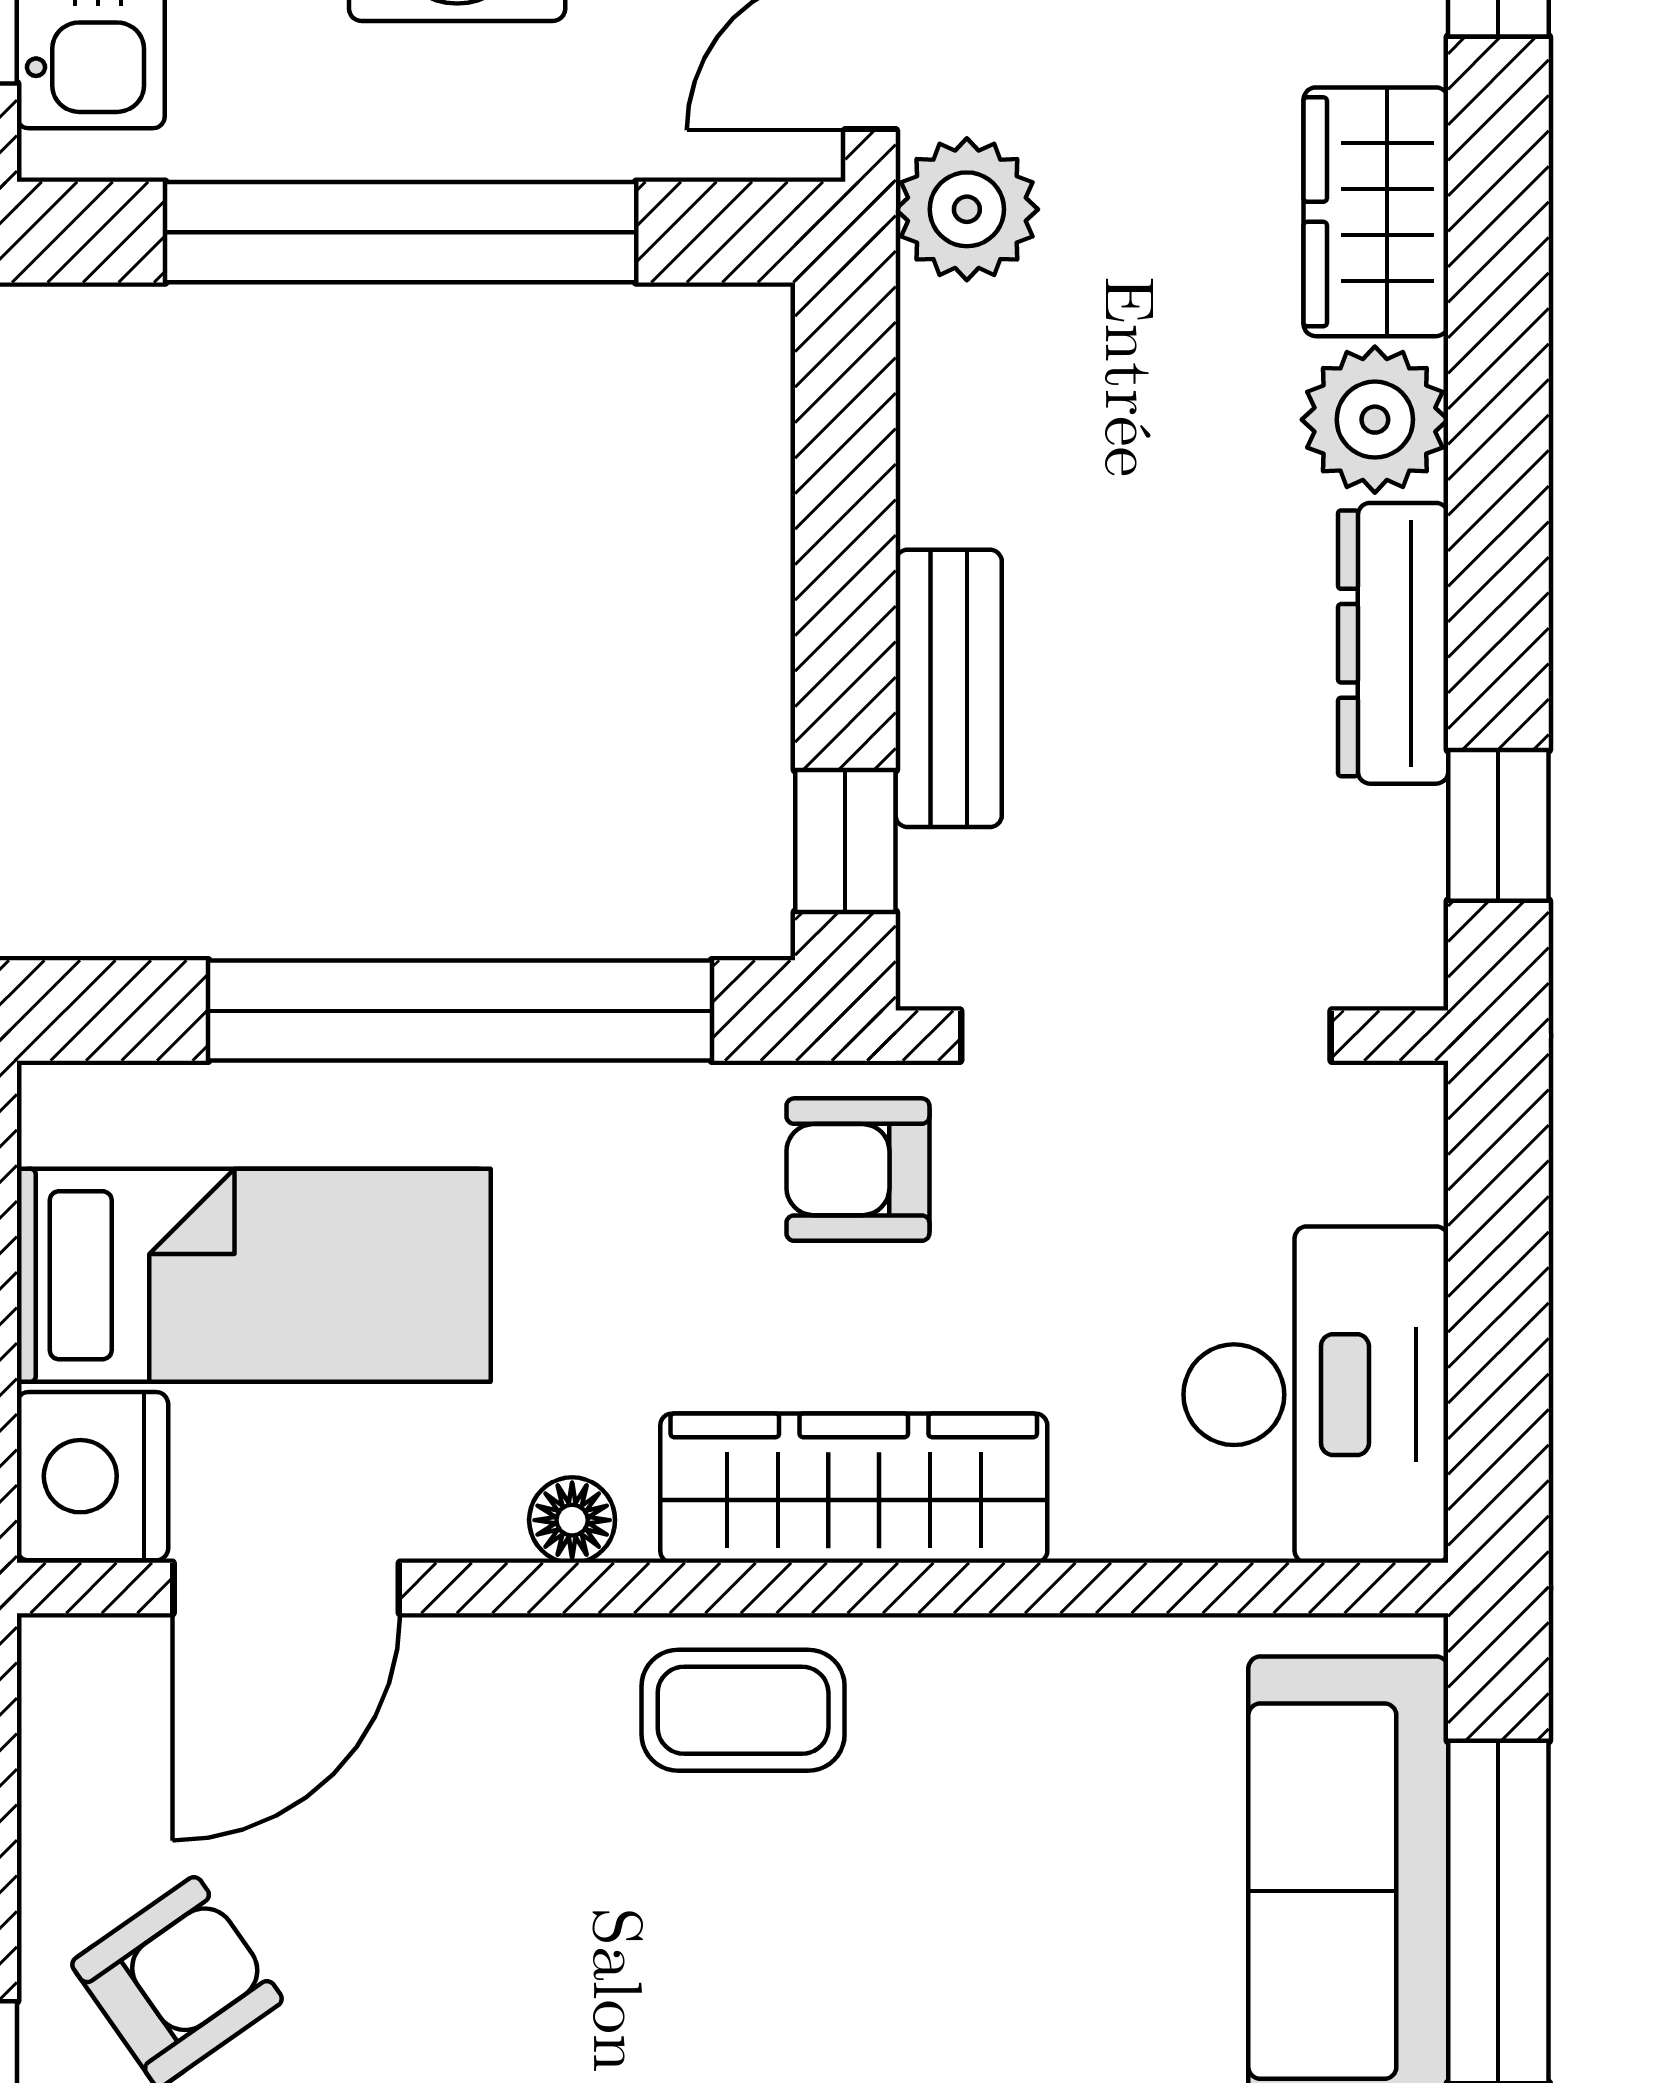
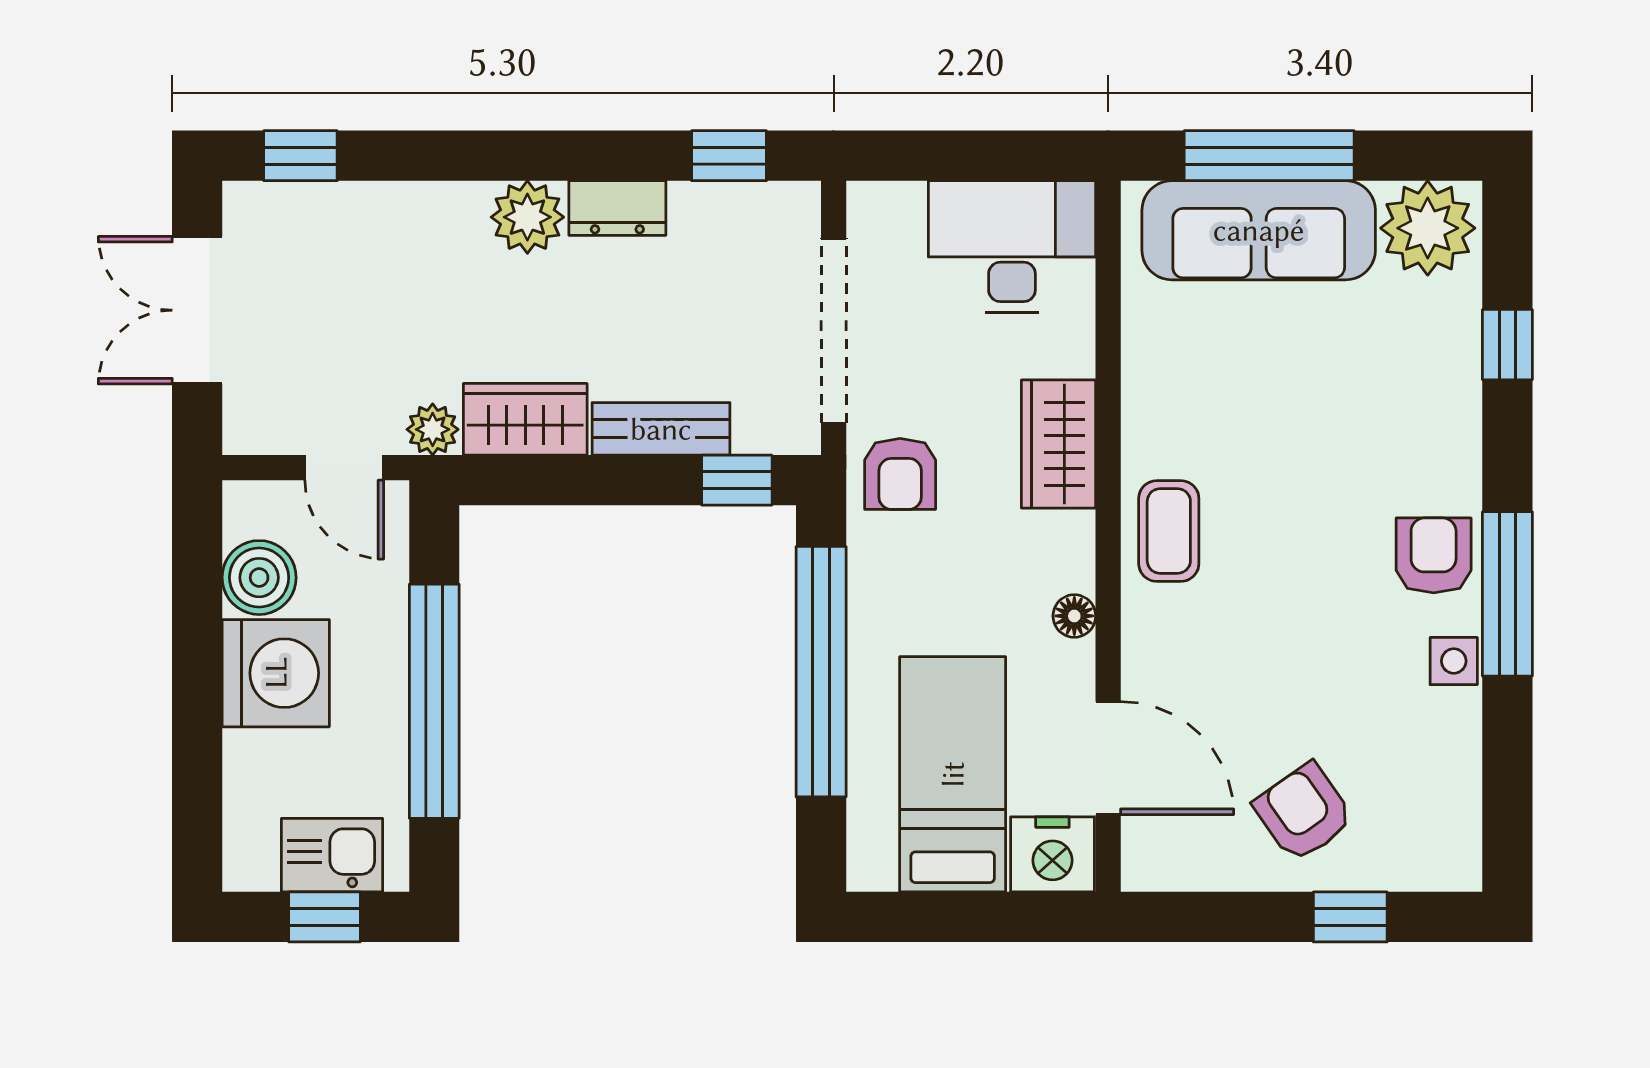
plant: (967, 209) -> (433, 429), width x0.73, depth x0.73
wardrobe: (1376, 212) -> (525, 419), moved, turned 180
dresser: (1393, 643) -> (617, 208), width x0.70
wardrobe: (854, 1488) -> (1058, 444), width x0.67

